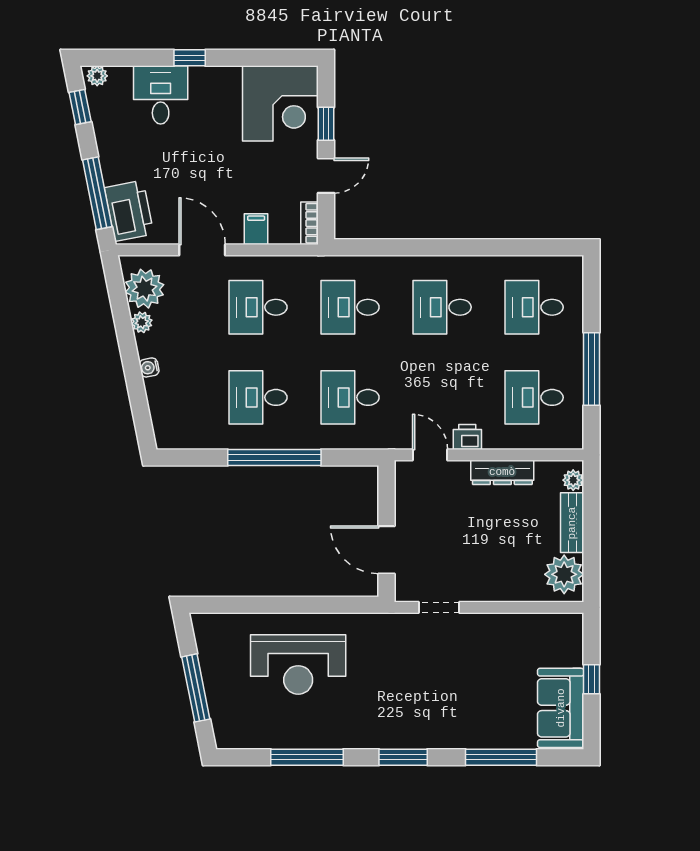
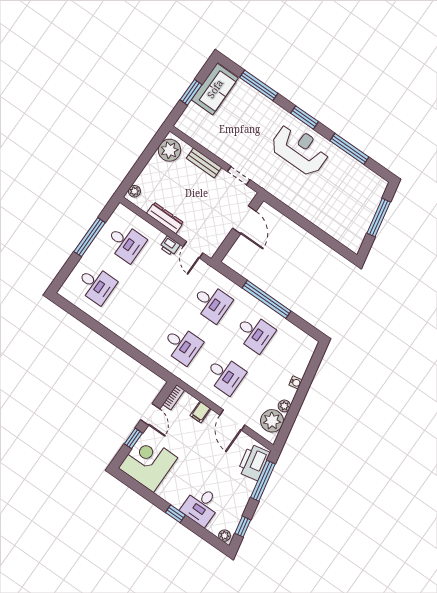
door: (326, 176) -> (150, 414), swing flipped
desk: (442, 307) -> (139, 315), removed
bench: (572, 523) -> (204, 163), moved, turned 90
reception desk: (298, 664) -> (300, 149), moved
window: (592, 679) -> (191, 92), width x1.50

